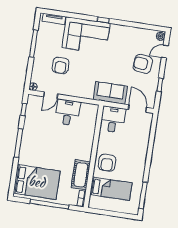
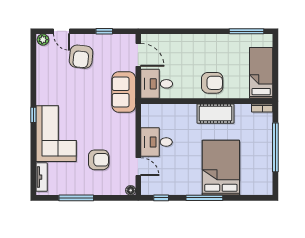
door: (137, 108) -> (138, 55), swing flipped
cot: (81, 175) -> (215, 114), moved
bed: (37, 182) -> (221, 168), moved
bed: (111, 189) -> (261, 73), moved

